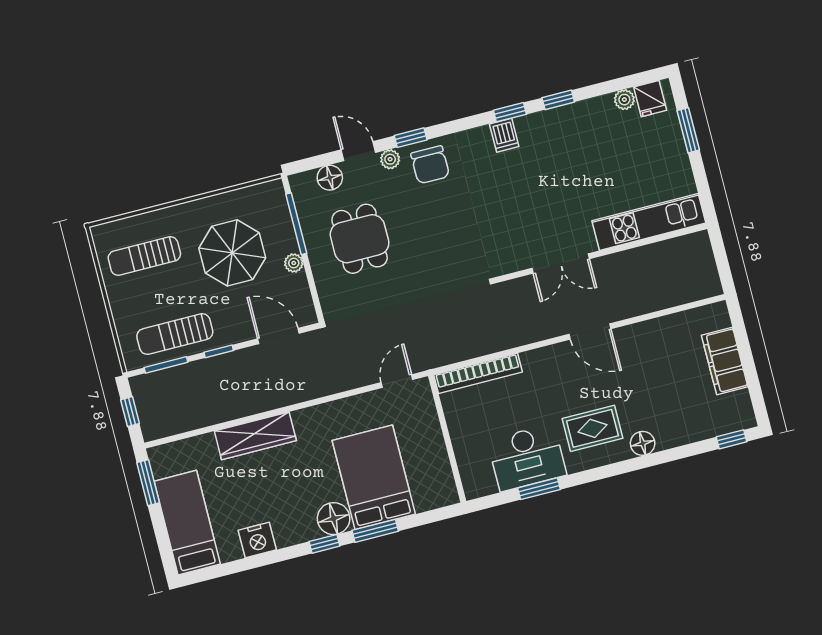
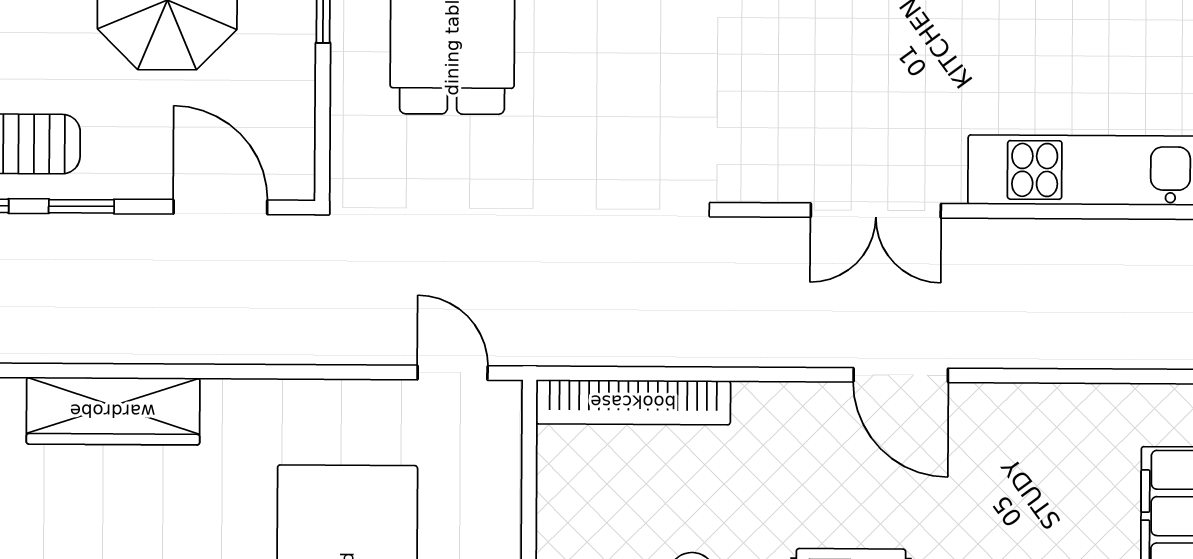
plant: (294, 263) -> (295, 57), removed
door: (397, 381) -> (453, 373), hinge flipped

